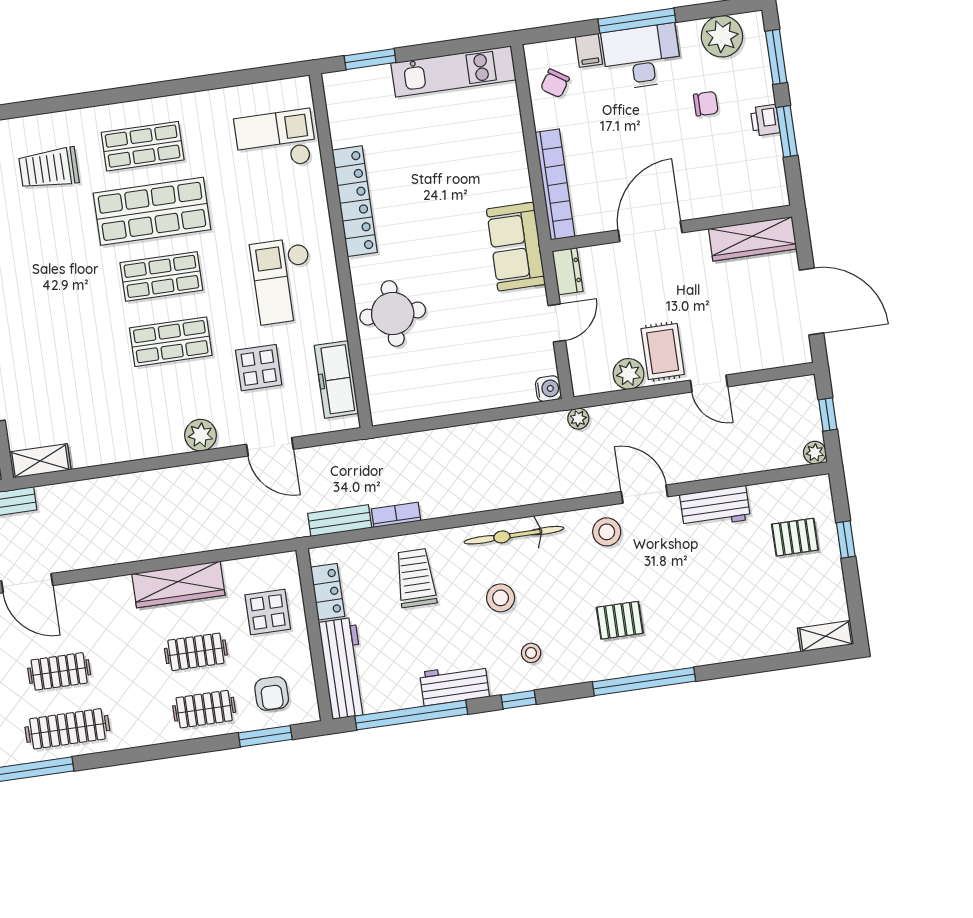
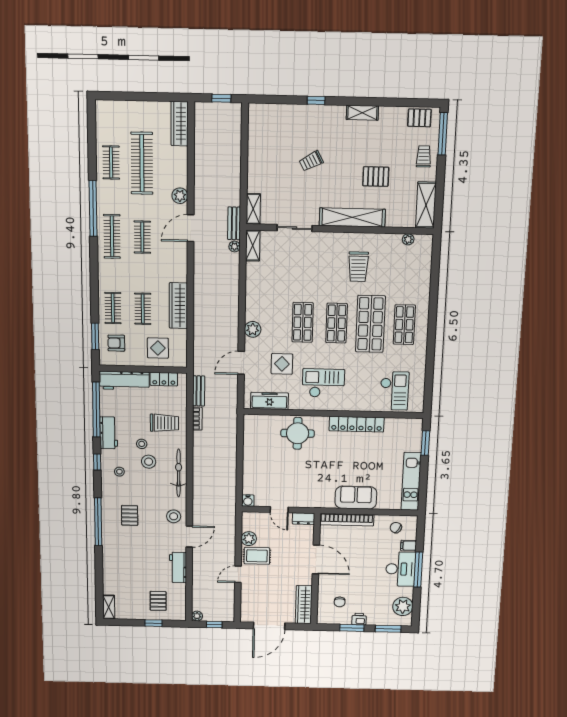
chair: (706, 104) -> (340, 602), moved
trolley: (49, 168) -> (358, 267), moved, turned 180
sofa: (516, 247) -> (356, 498), moved
plant: (578, 419) -> (234, 246), moved
stool: (466, 617) -> (142, 444), added

